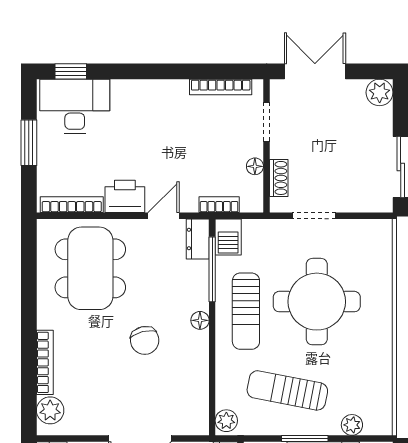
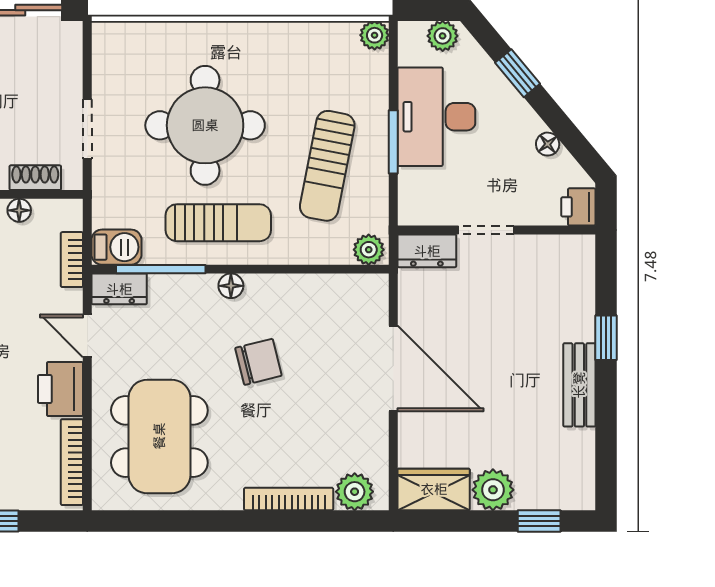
dining table: (90, 268) -> (159, 436), turned 90
plant: (352, 425) -> (375, 35), moved

